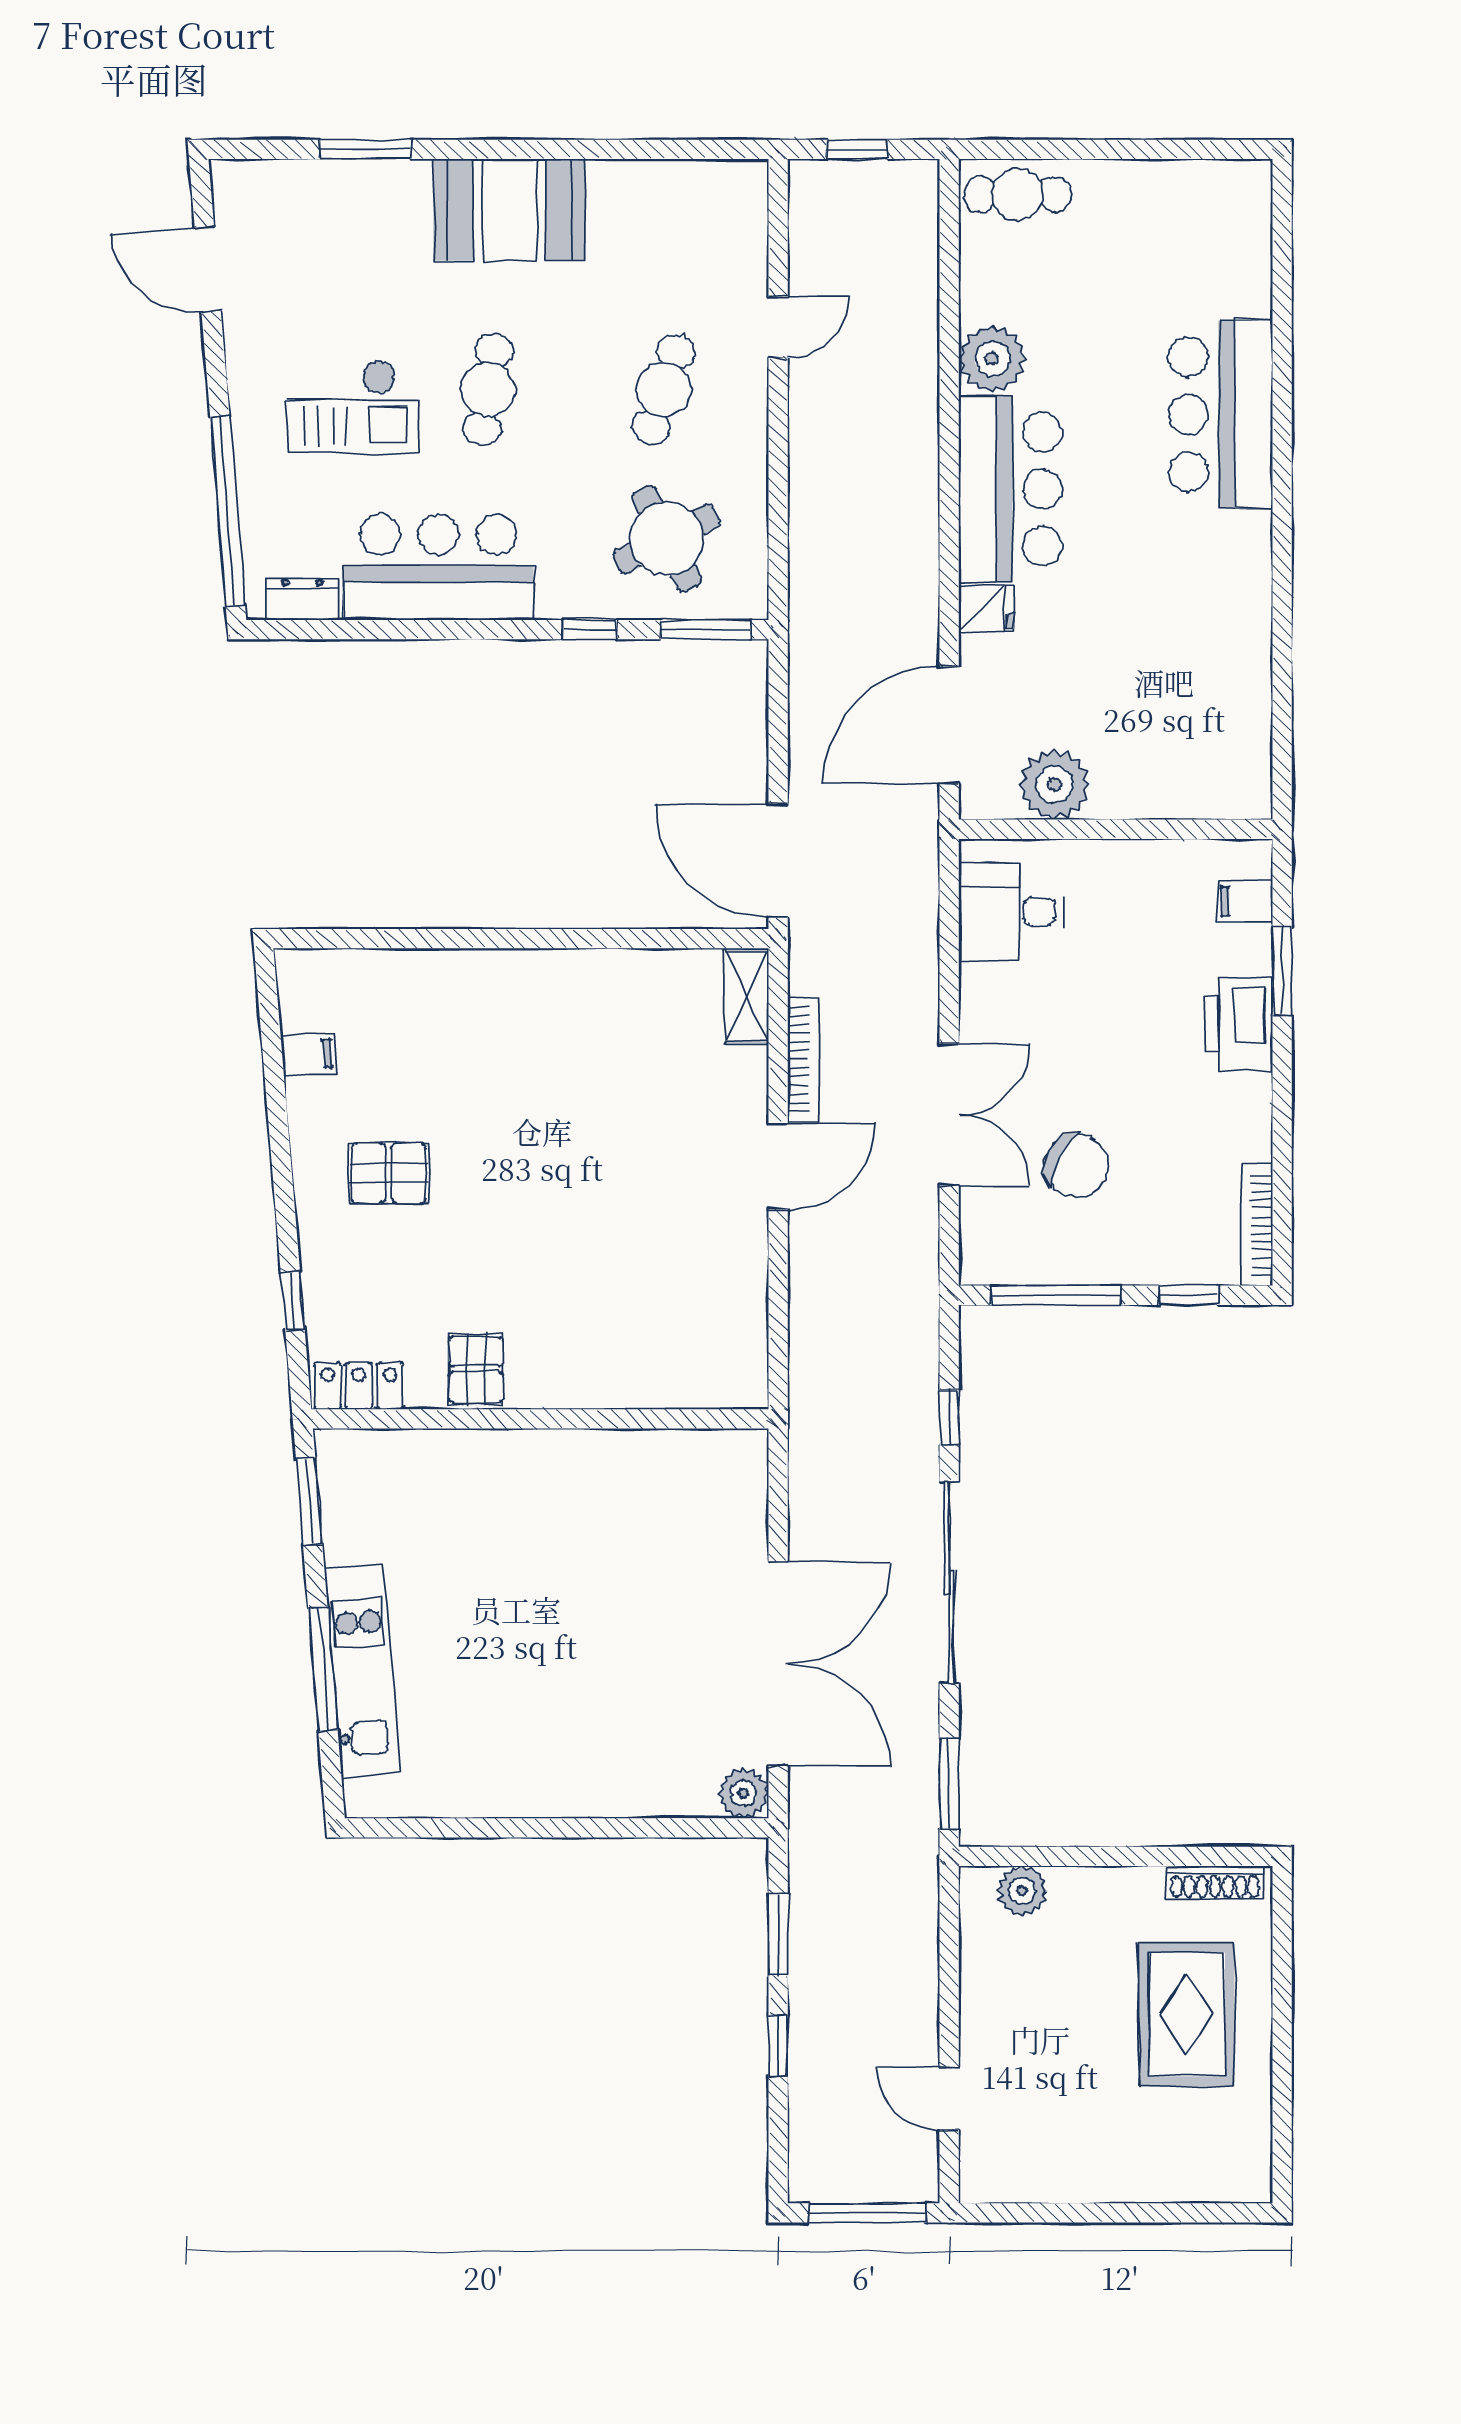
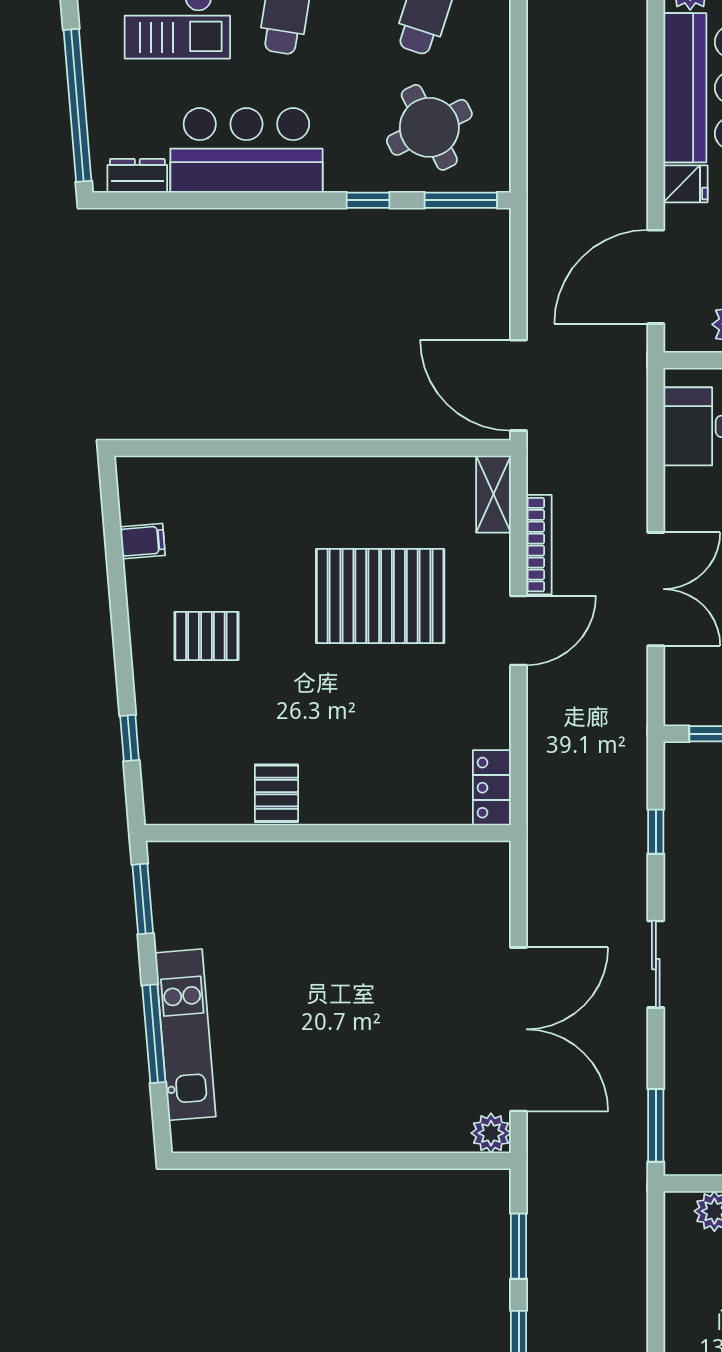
pallet: (605, 1123) -> (380, 596), added
locker: (359, 1386) -> (492, 788), moved, turned -90
sliding door: (949, 1583) -> (656, 964), width x0.54

